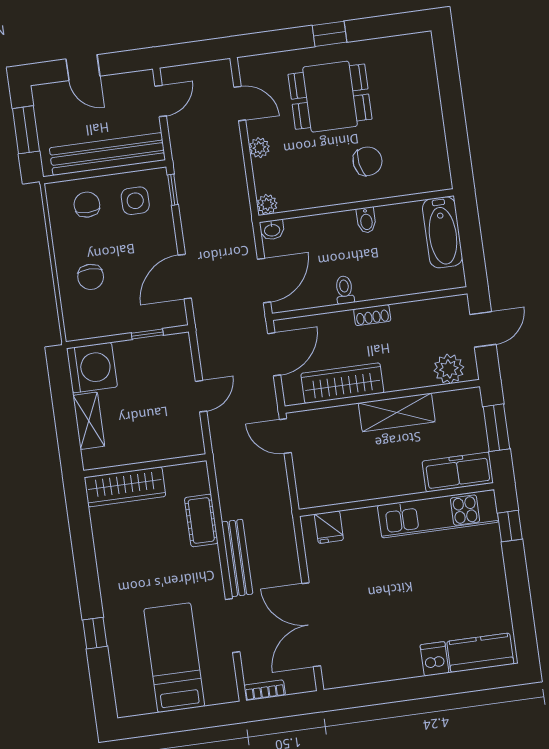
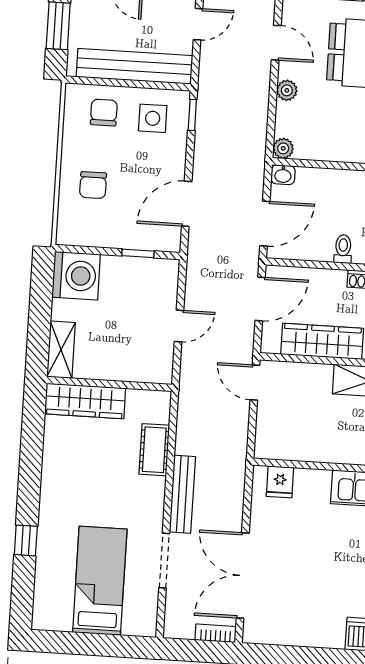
shelving: (89, 421) -> (61, 350), moved
bookcase: (265, 690) -> (216, 633), moved

